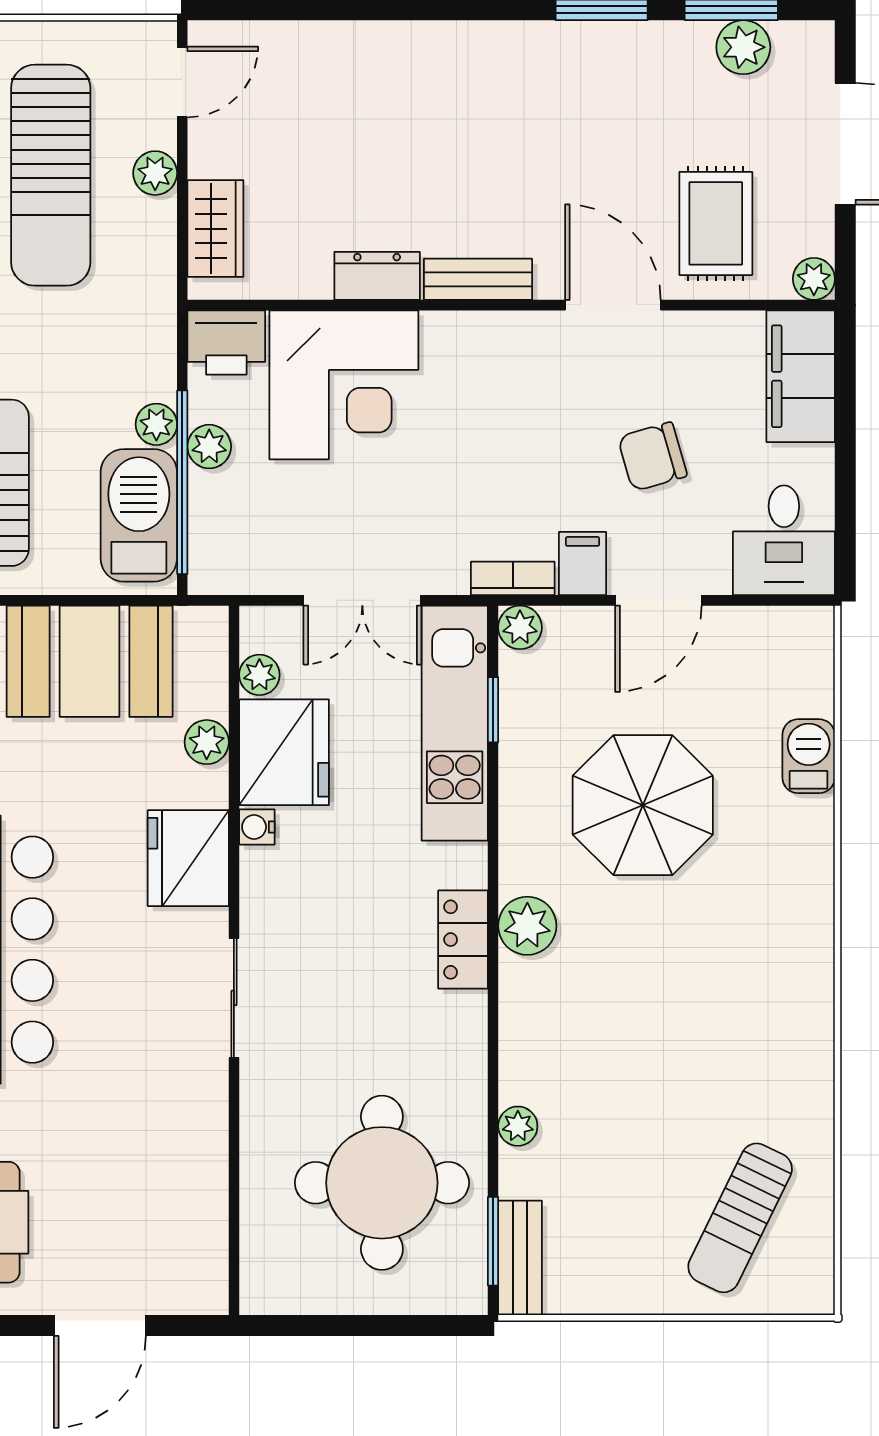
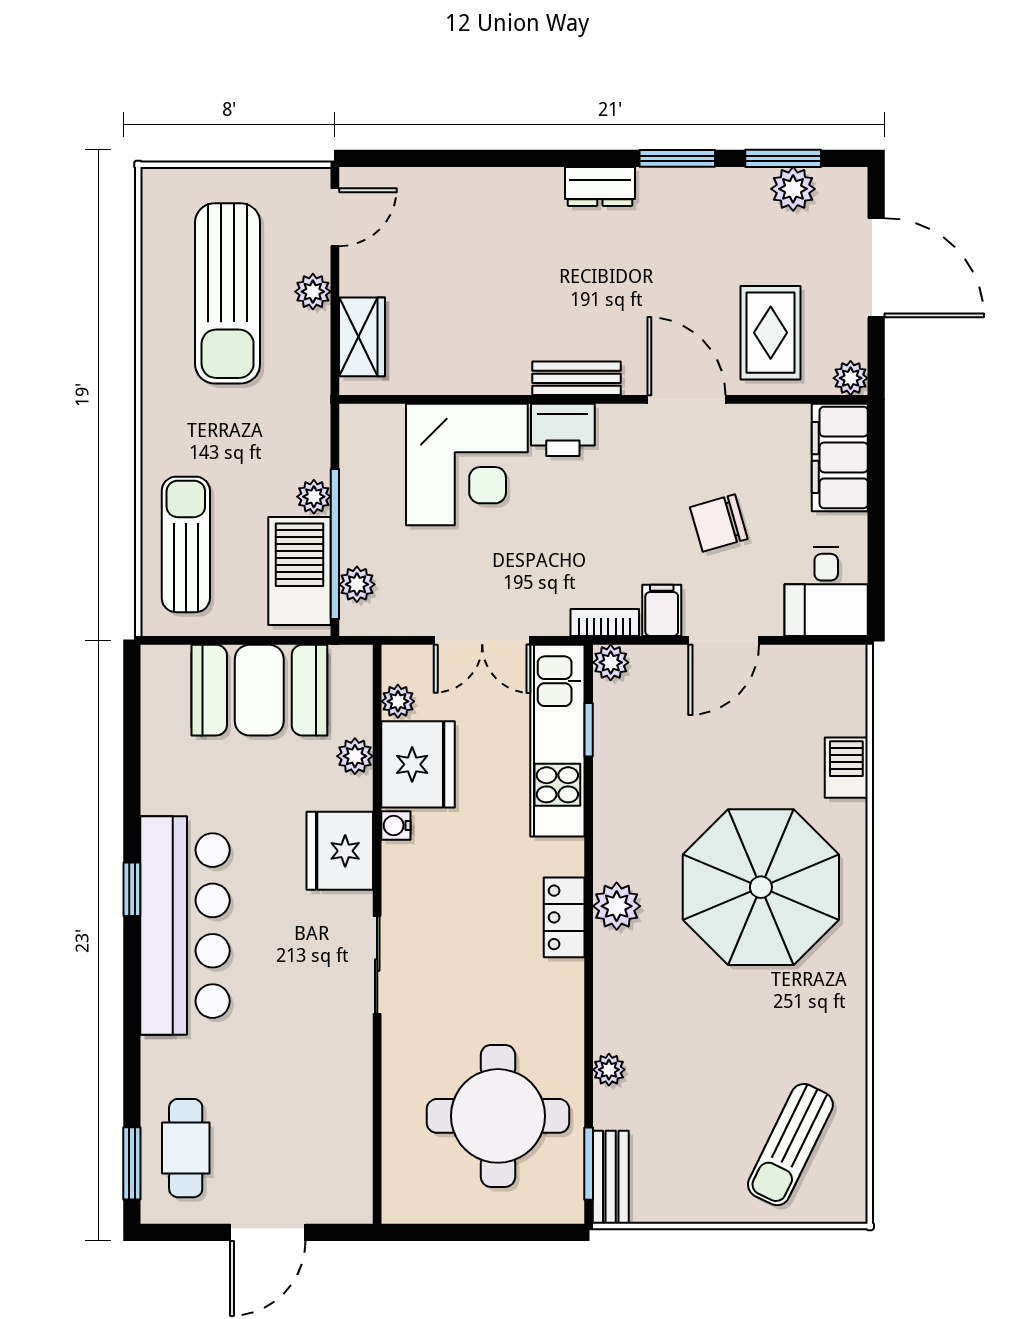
dresser: (377, 276) -> (600, 186), moved, turned 180
printer: (226, 342) -> (563, 430), moved
plant: (209, 447) -> (357, 584), moved
parasol: (643, 805) -> (761, 887), moved, width x1.36, depth x1.36

